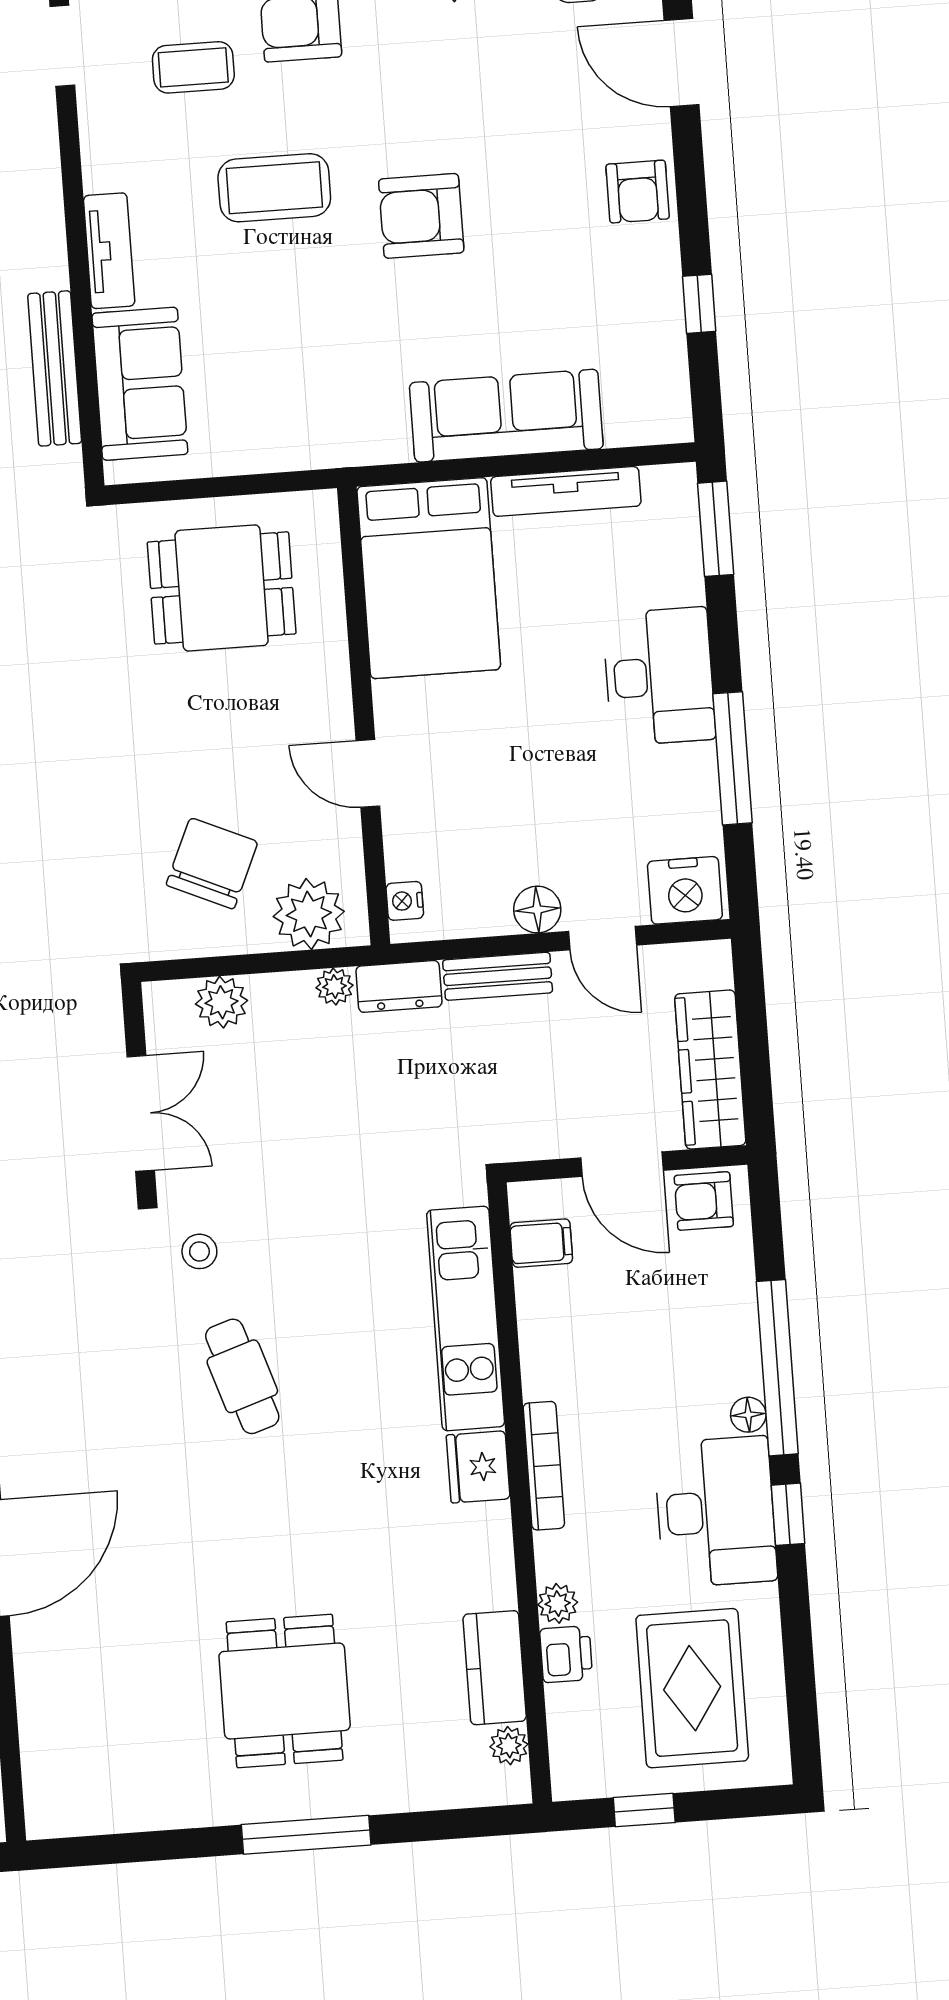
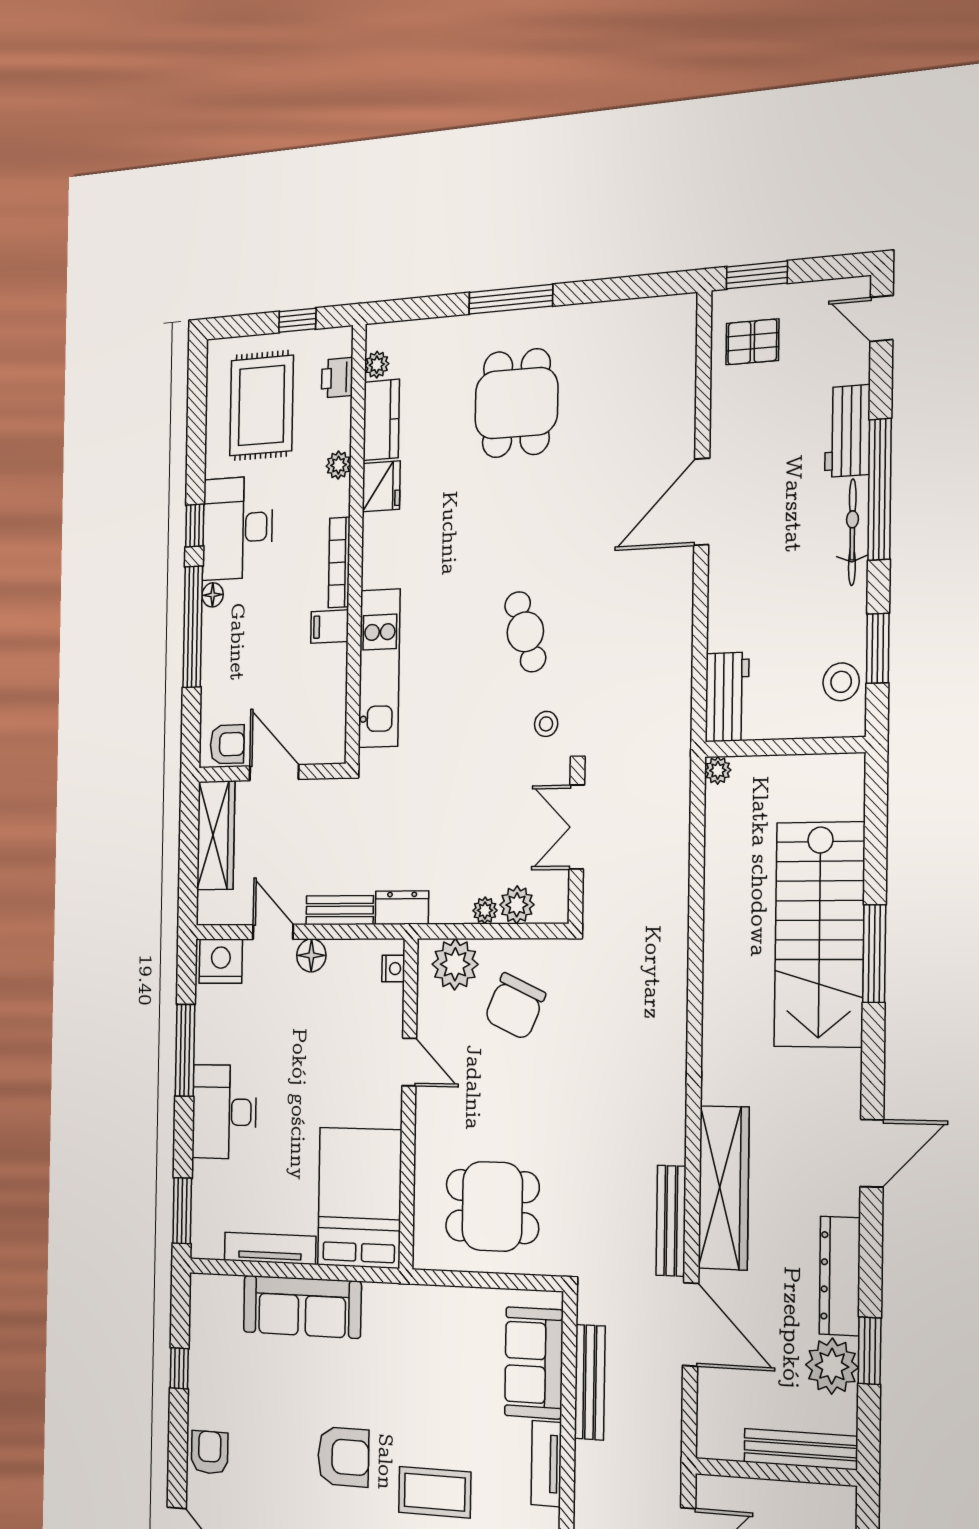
plant: (335, 986) -> (485, 910), moved
filing cabinet: (541, 1243) -> (330, 627), moved
fridge: (478, 1467) -> (381, 486), moved
printer: (566, 1654) -> (337, 378), moved

